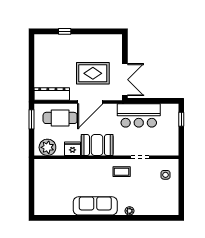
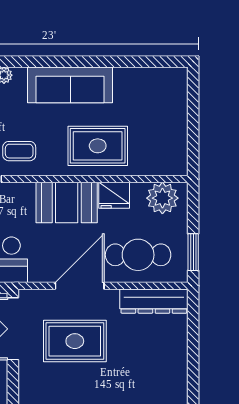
rug: (81, 174) -> (98, 146), added

